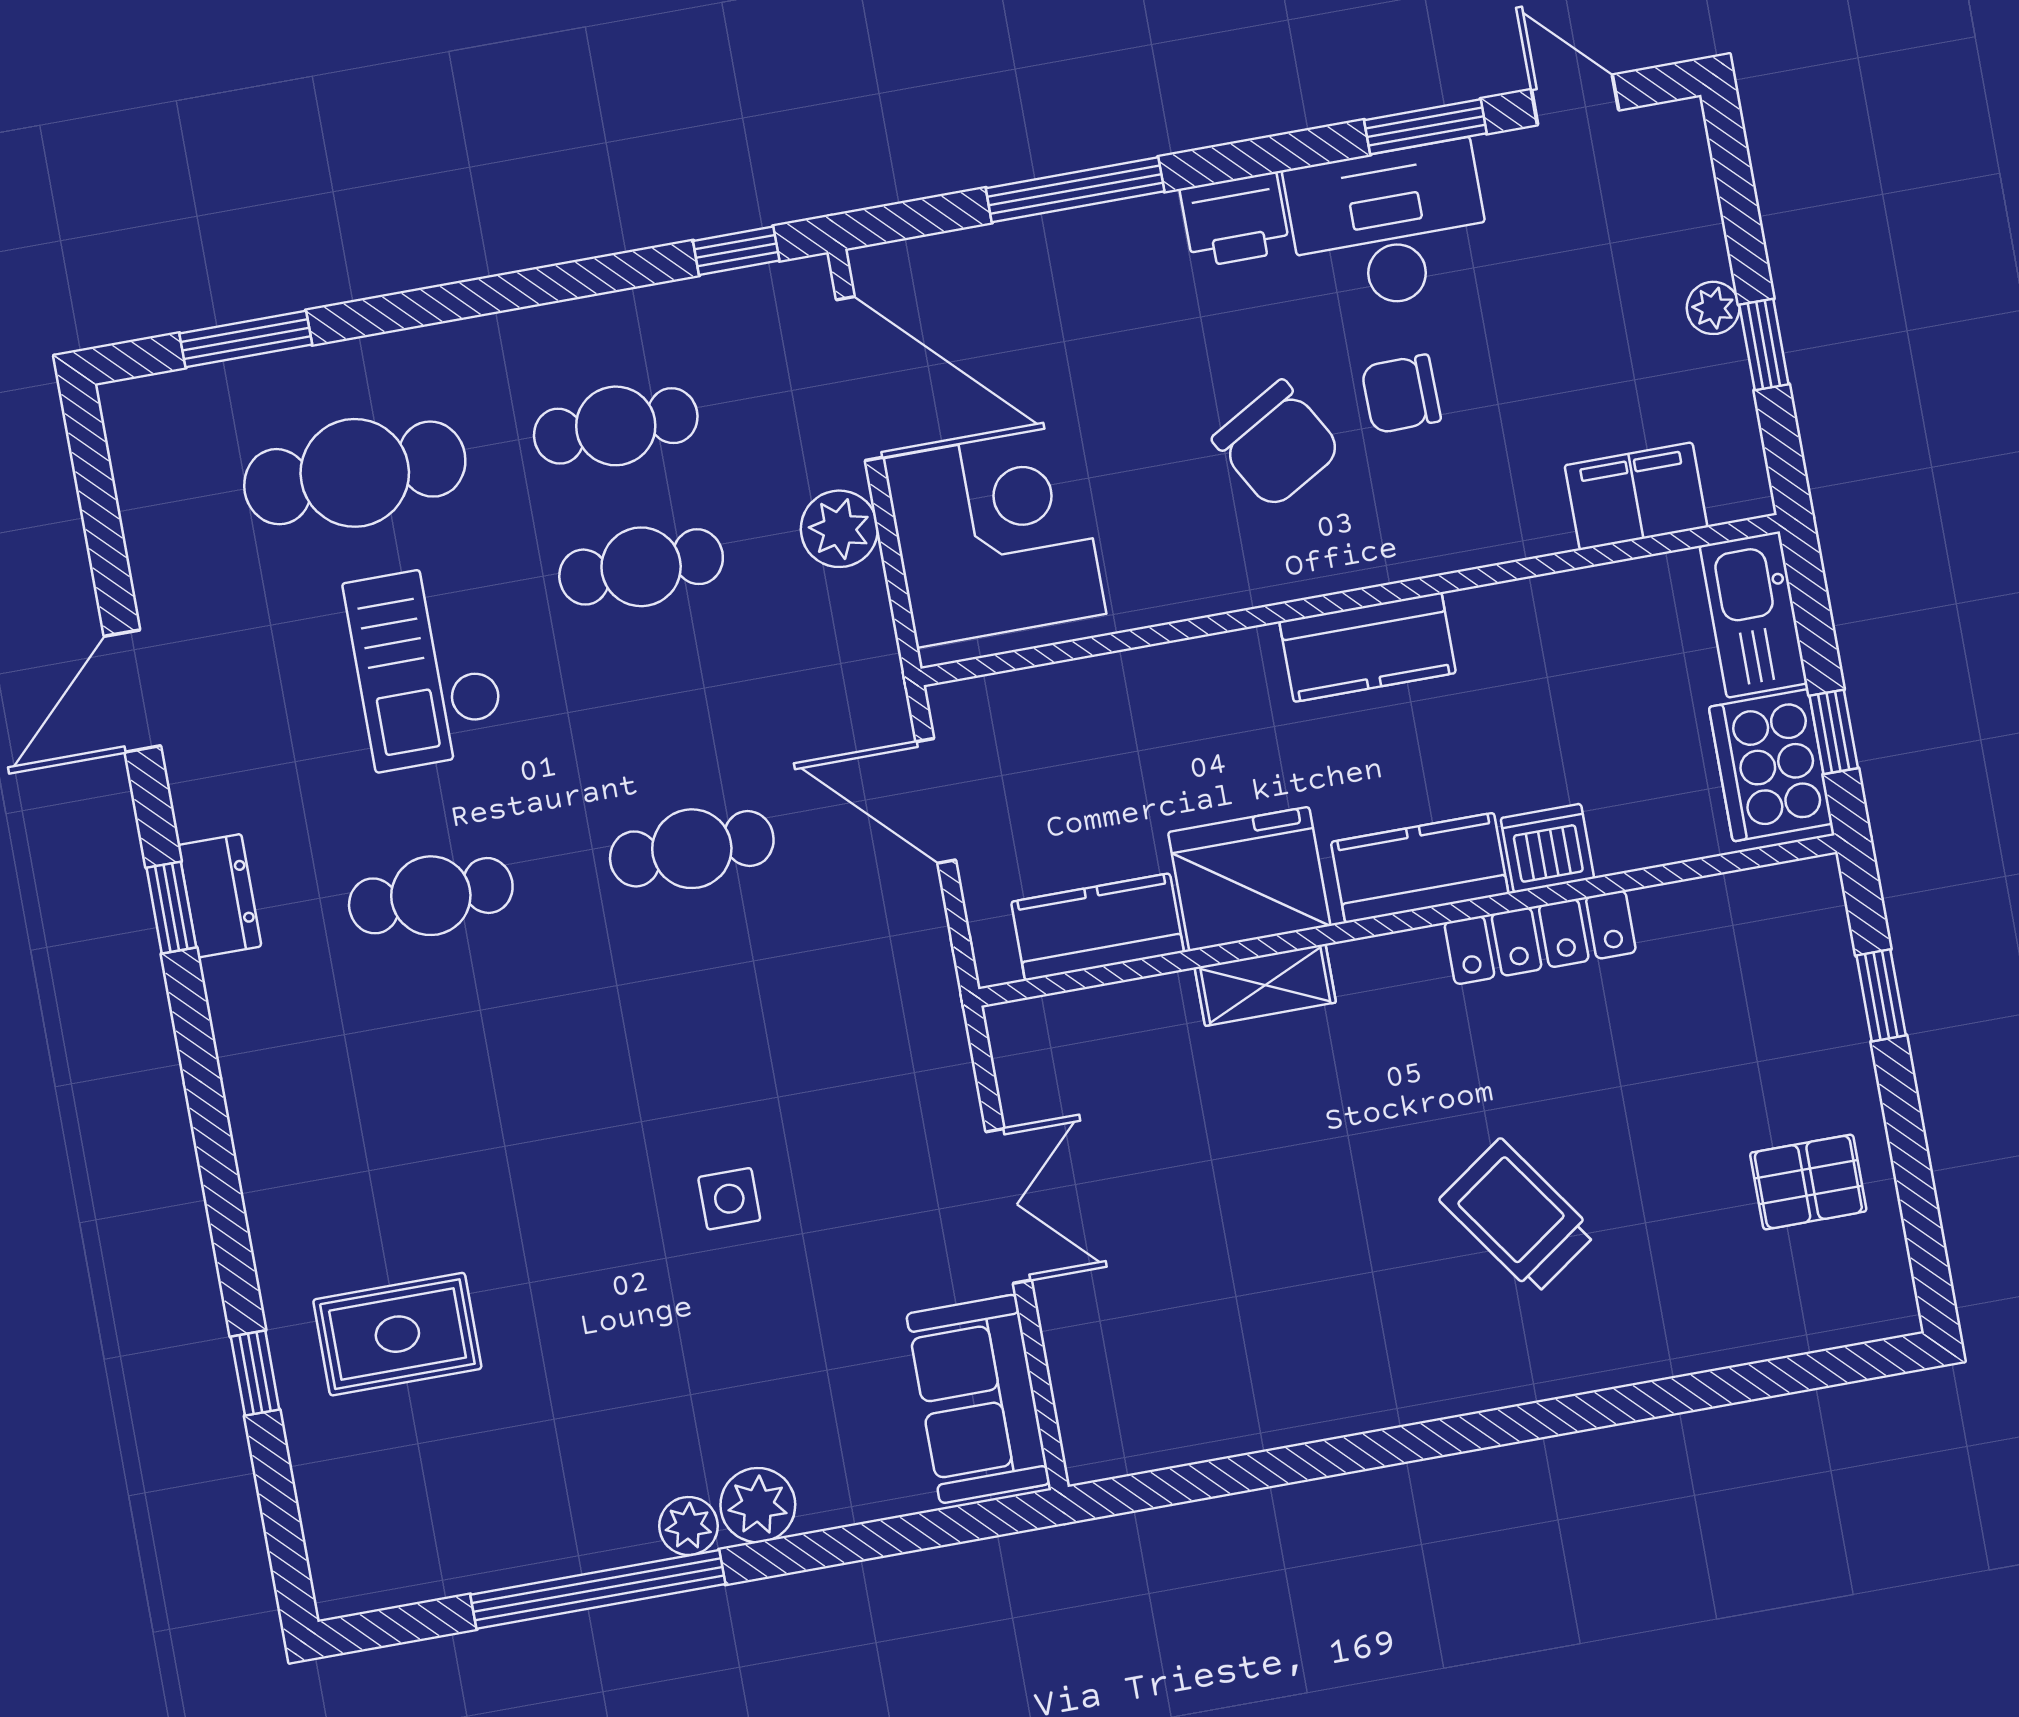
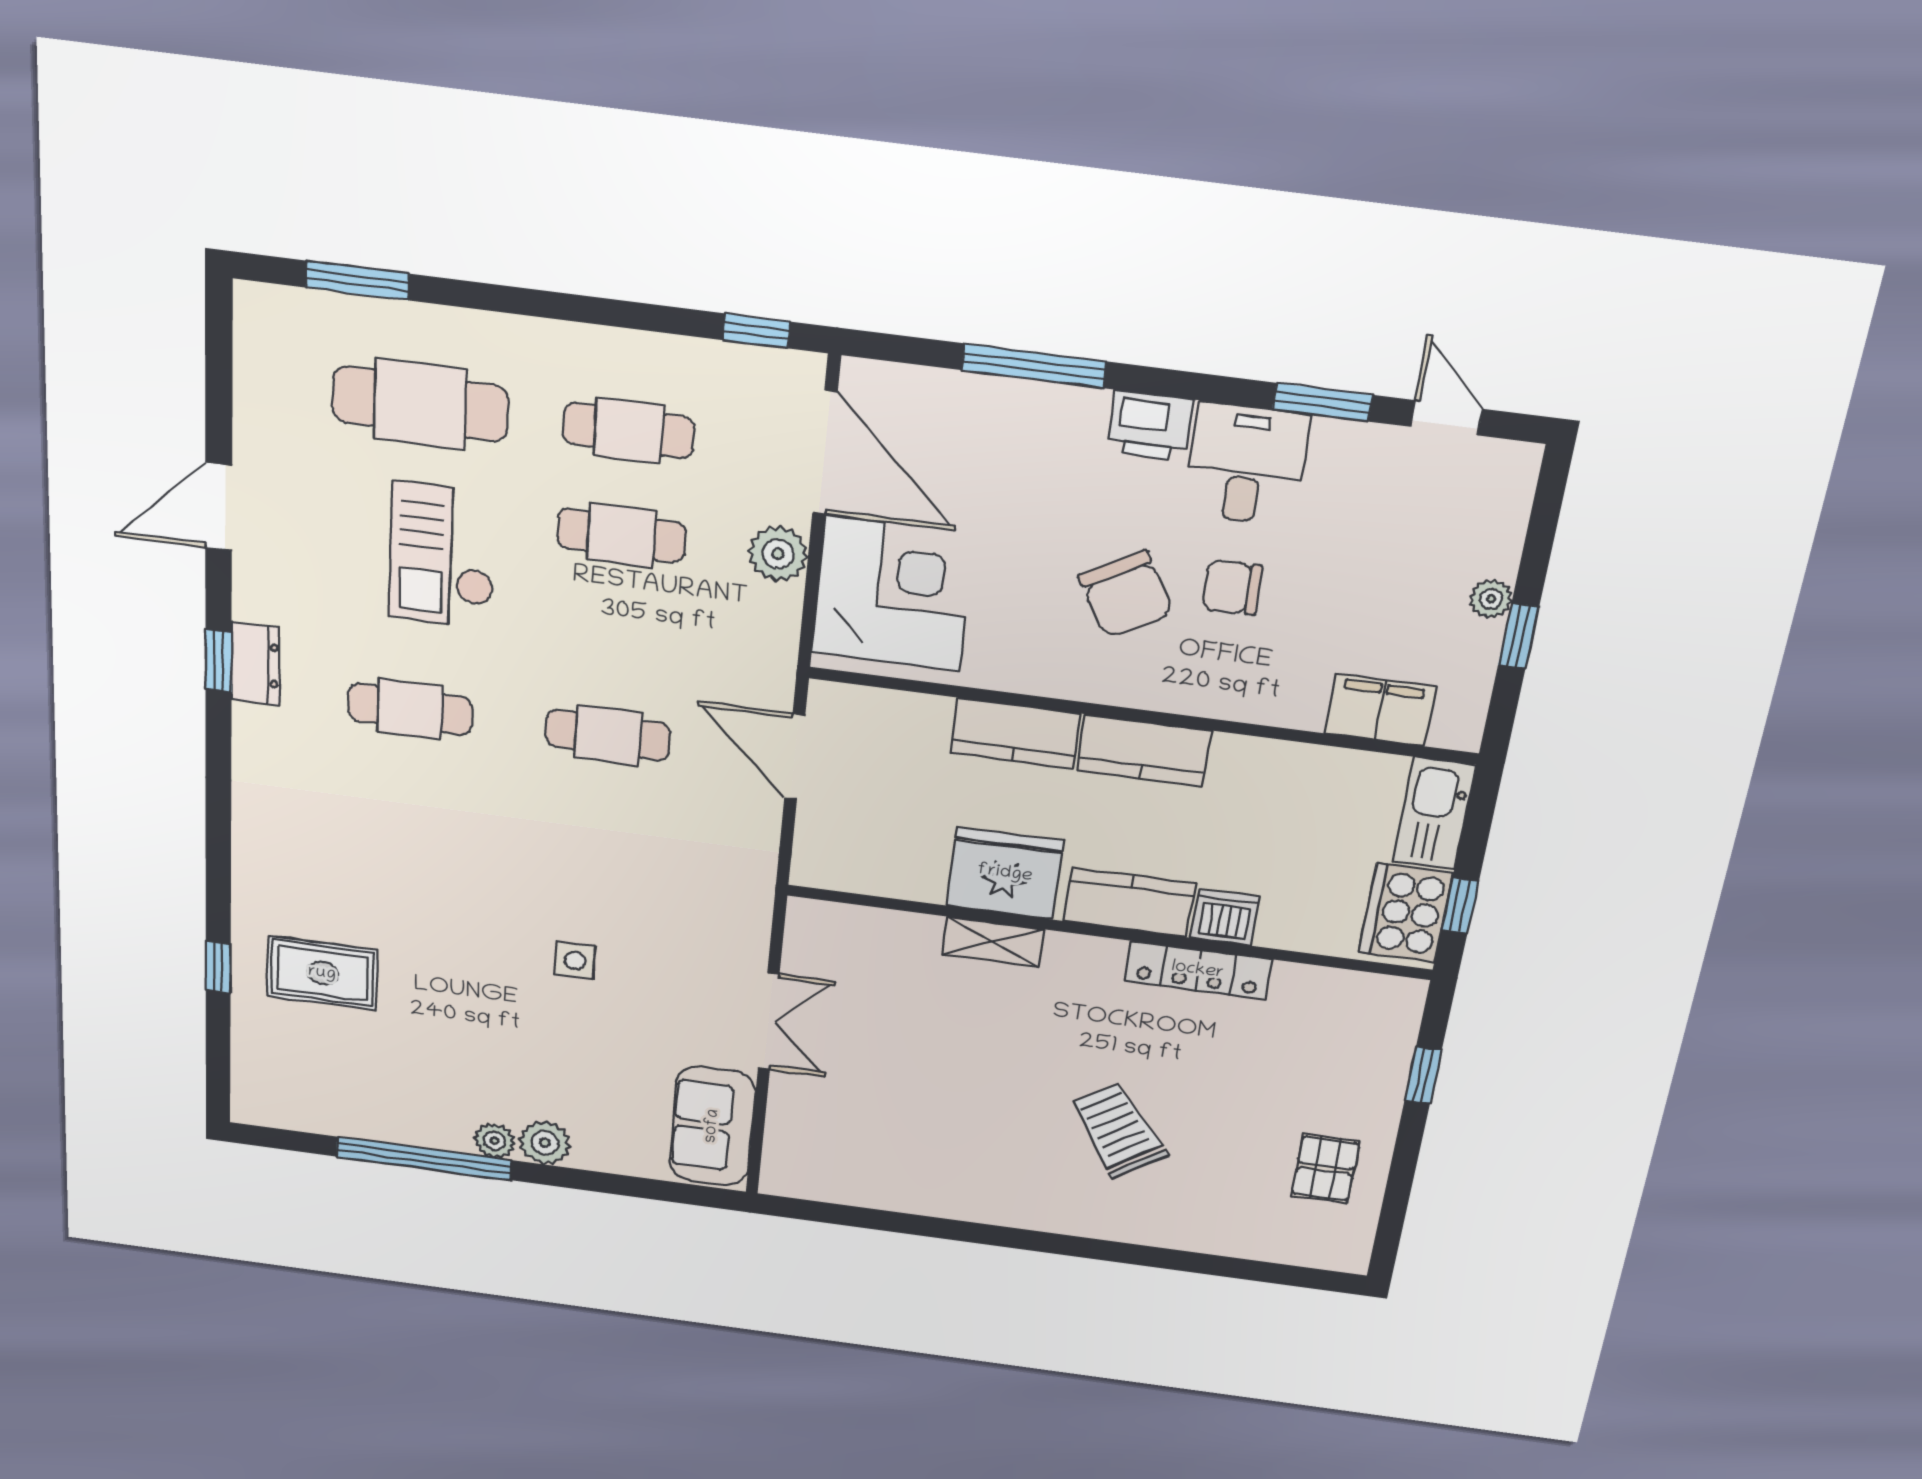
desk: (1389, 227) -> (1246, 464), width x0.73
kitchen counter: (1098, 927) -> (1016, 733), moved, turned 180
pallet: (1808, 1182) -> (1325, 1168), turned 90

